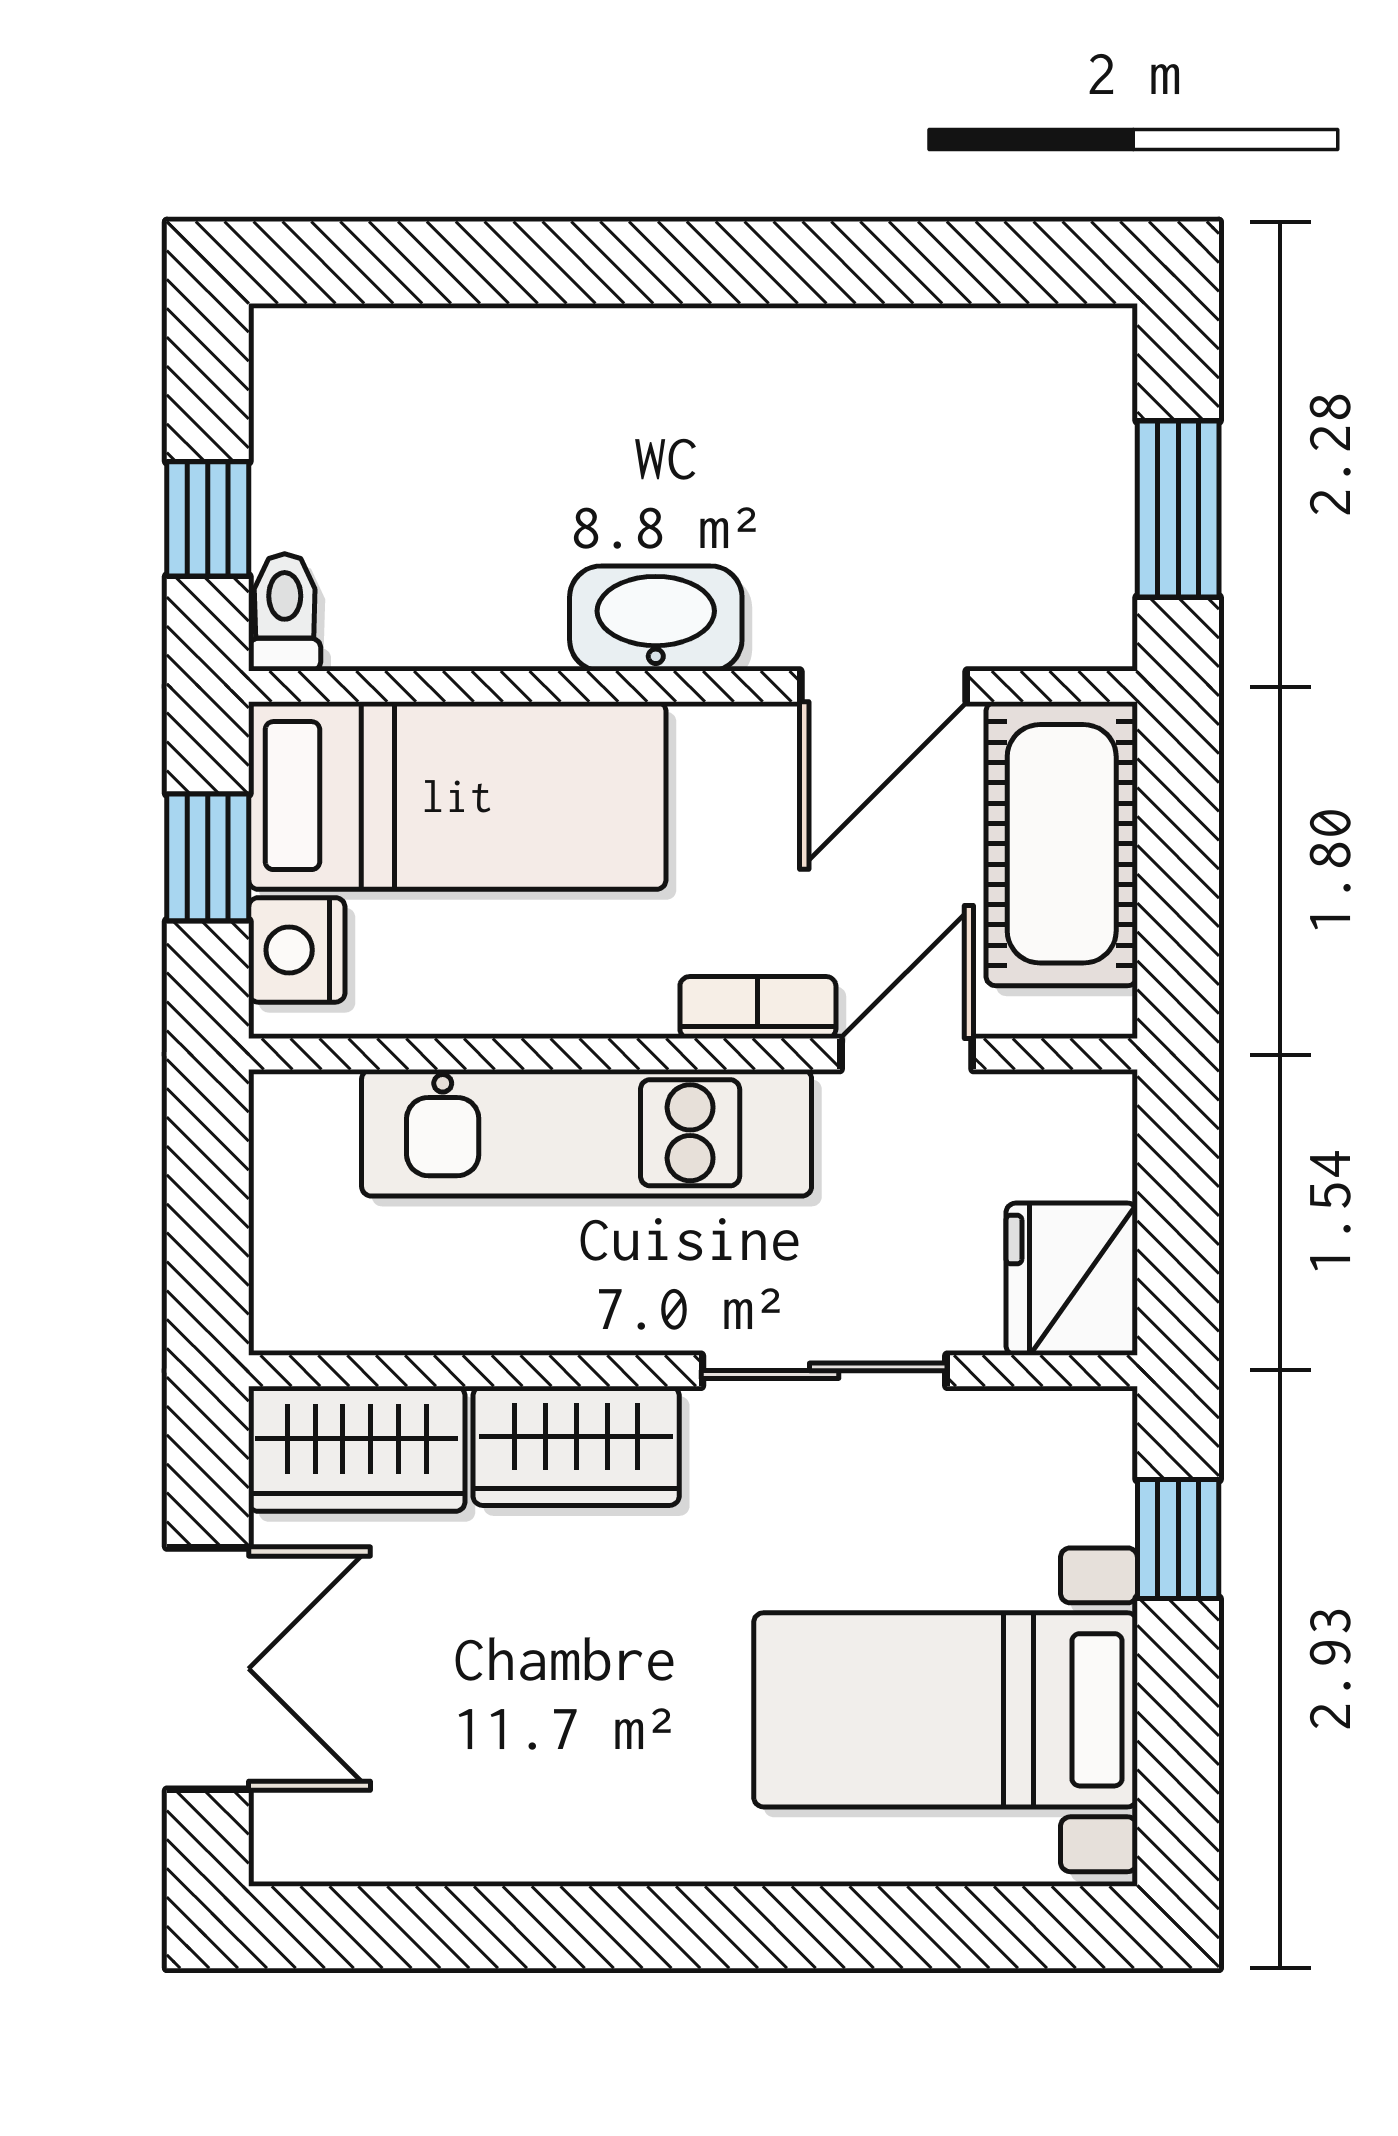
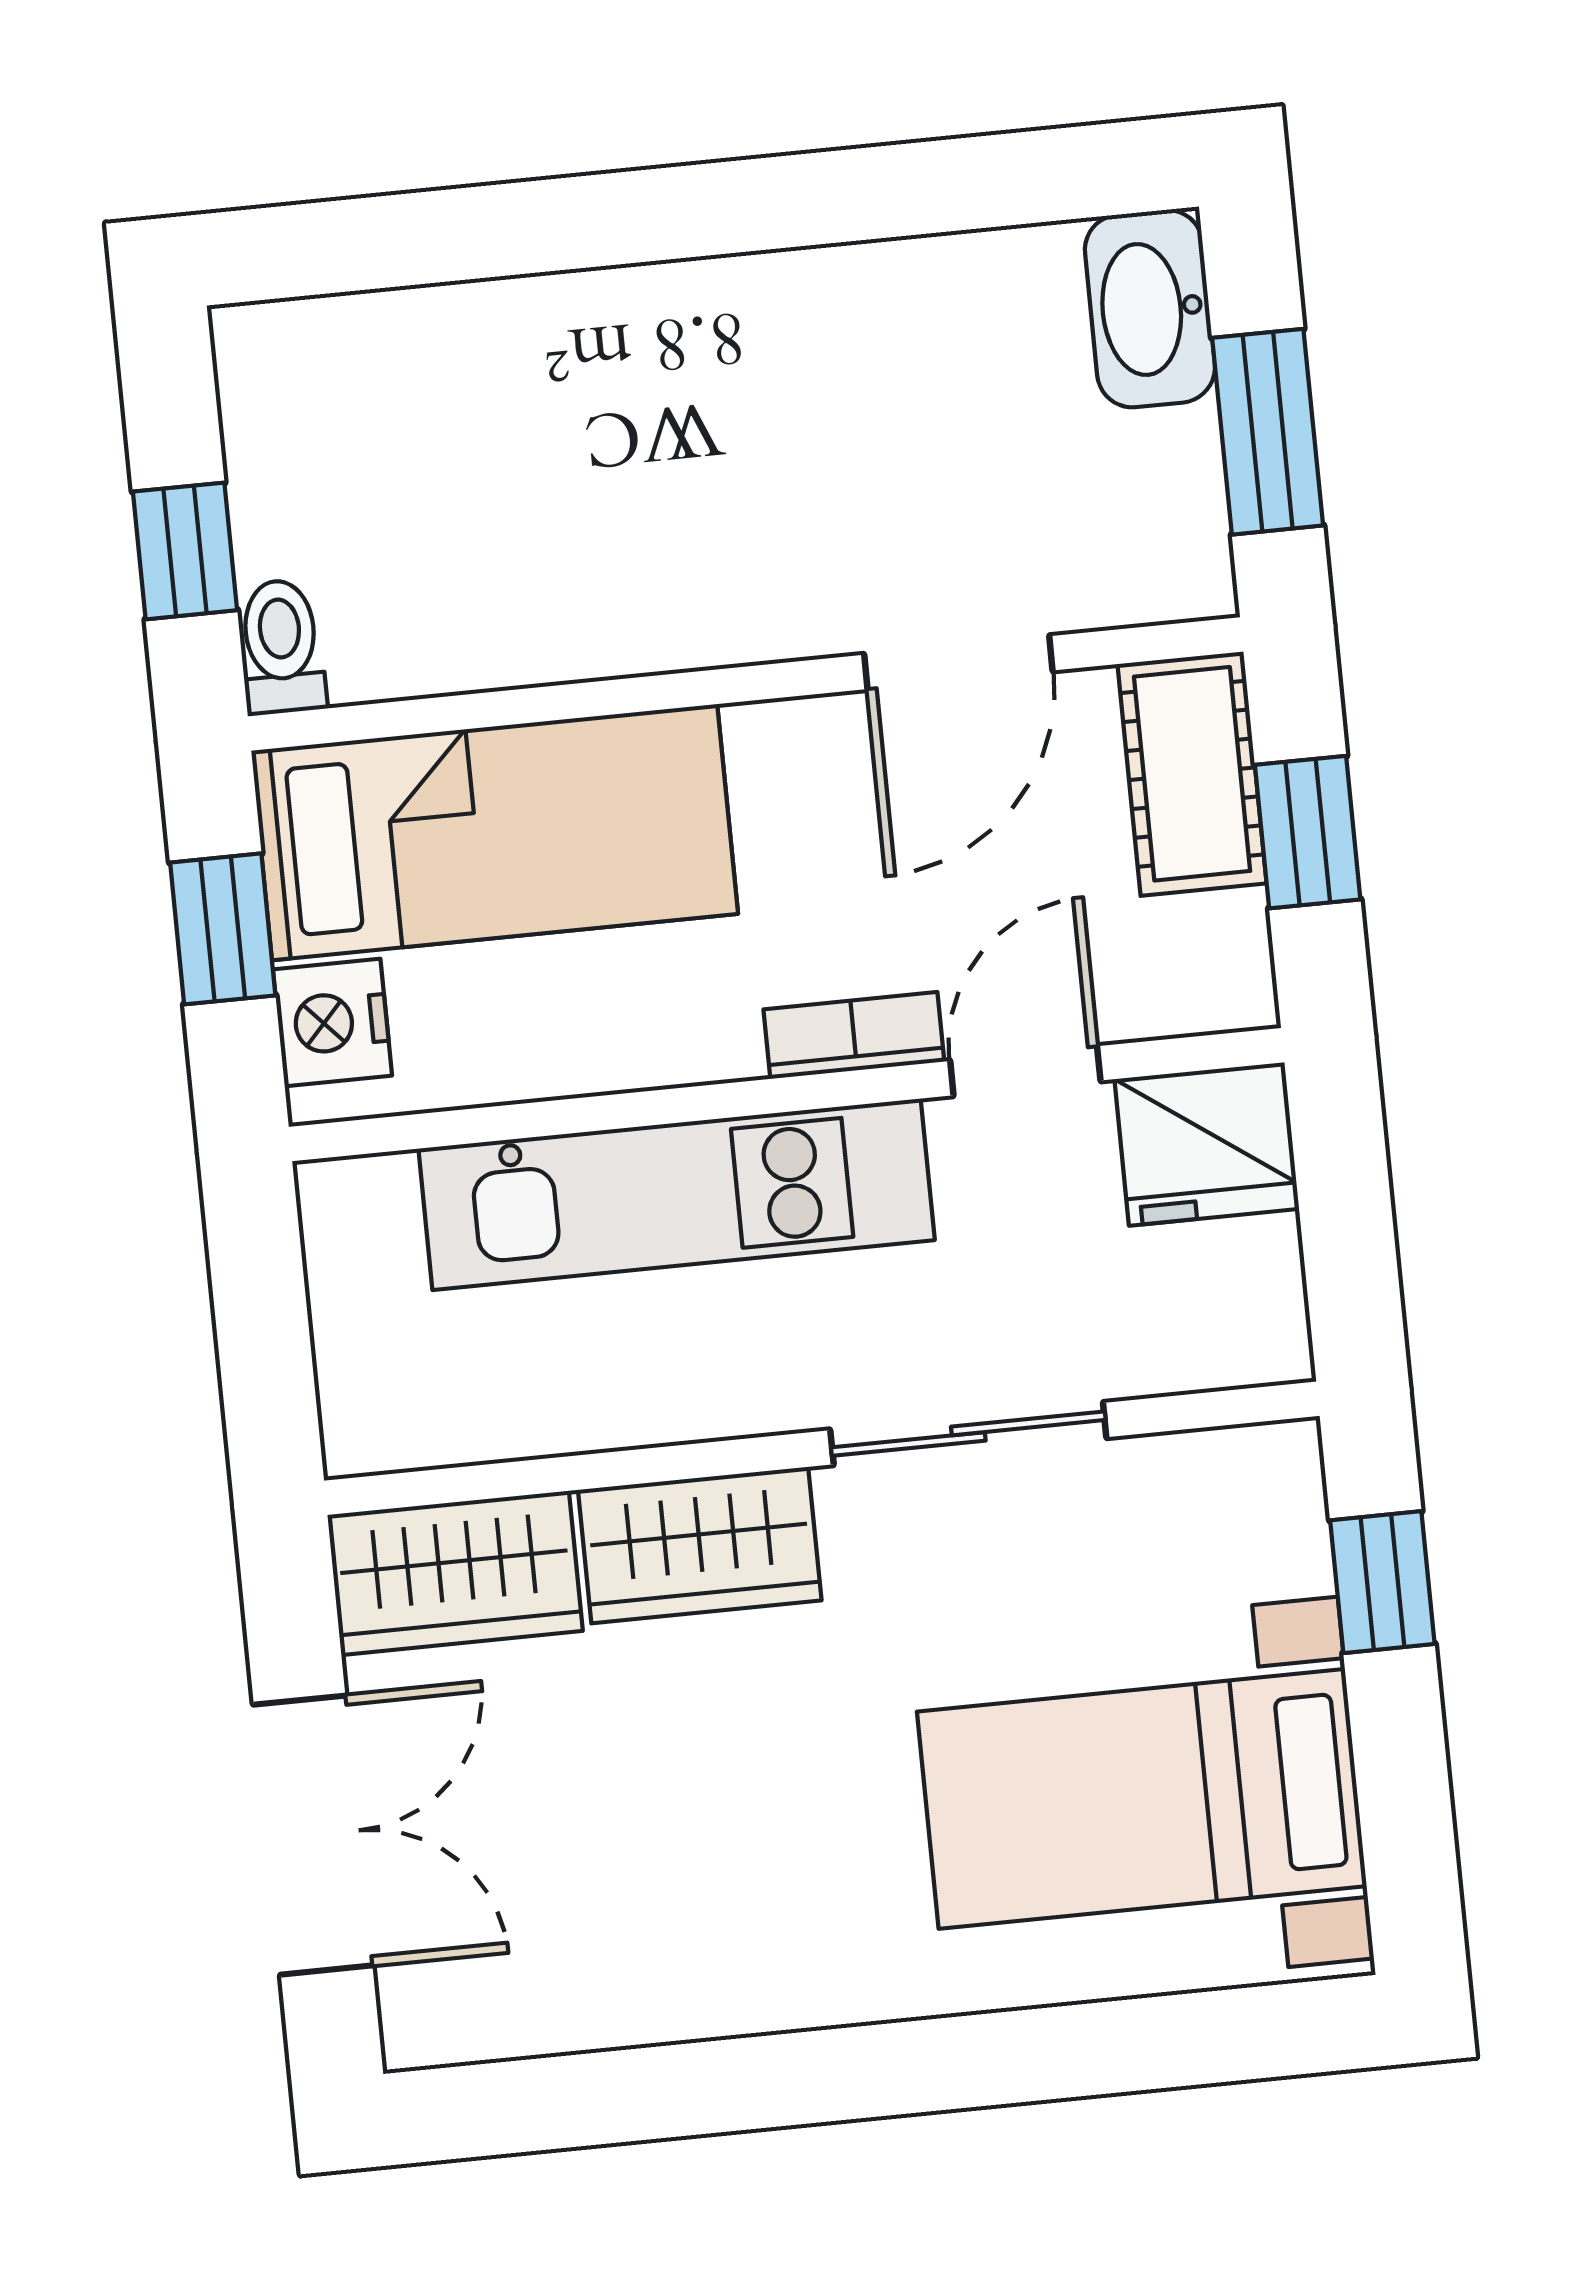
washbasin: (656, 618) -> (1150, 309), moved, turned -90
cot: (1062, 844) -> (1192, 774), width x0.73, depth x0.75
window: (1178, 867) -> (1308, 832), added
fridge: (1072, 1279) -> (1207, 1144), moved, turned -90

